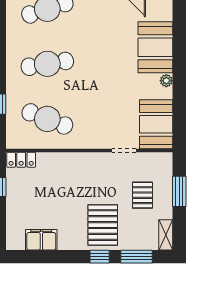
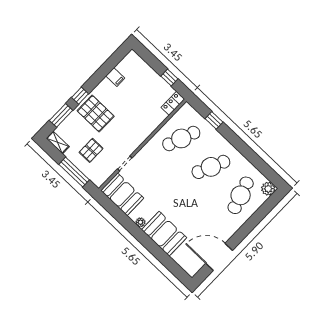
cafe table: (47, 64) -> (211, 167), turned 33
window: (179, 191) -> (74, 172), width x1.44
pallet: (143, 195) -> (91, 150), turned 90
filing cabinet: (41, 240) -> (115, 77), width x0.50

